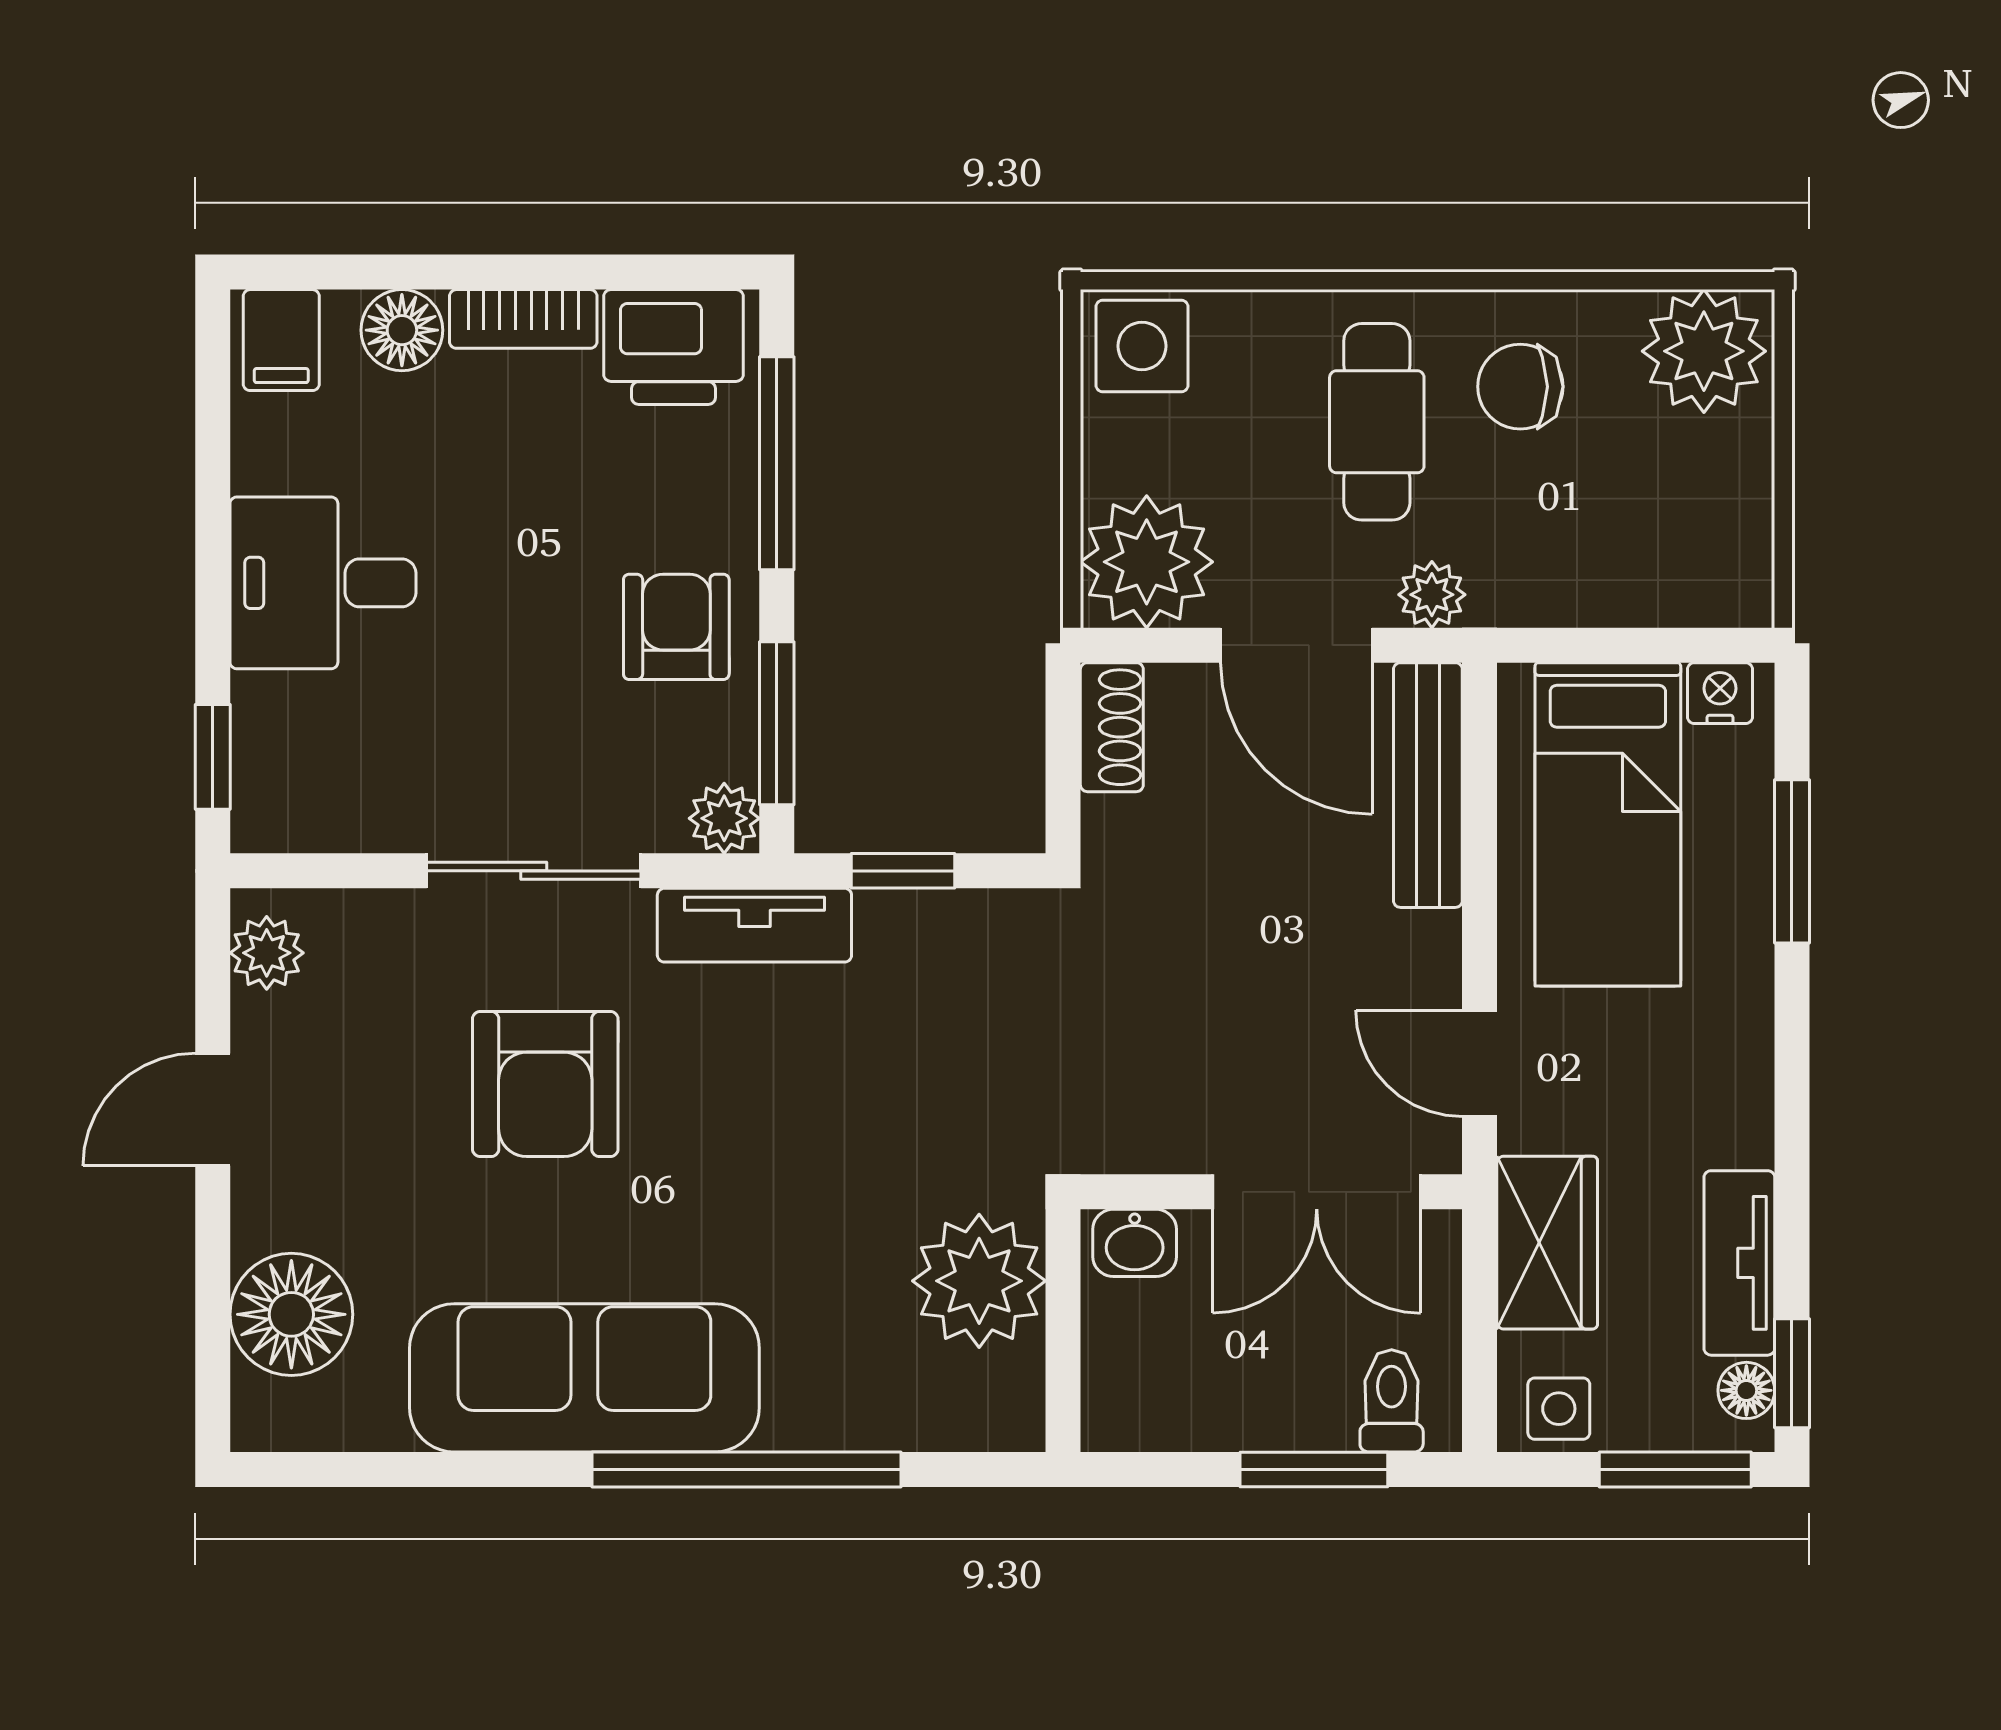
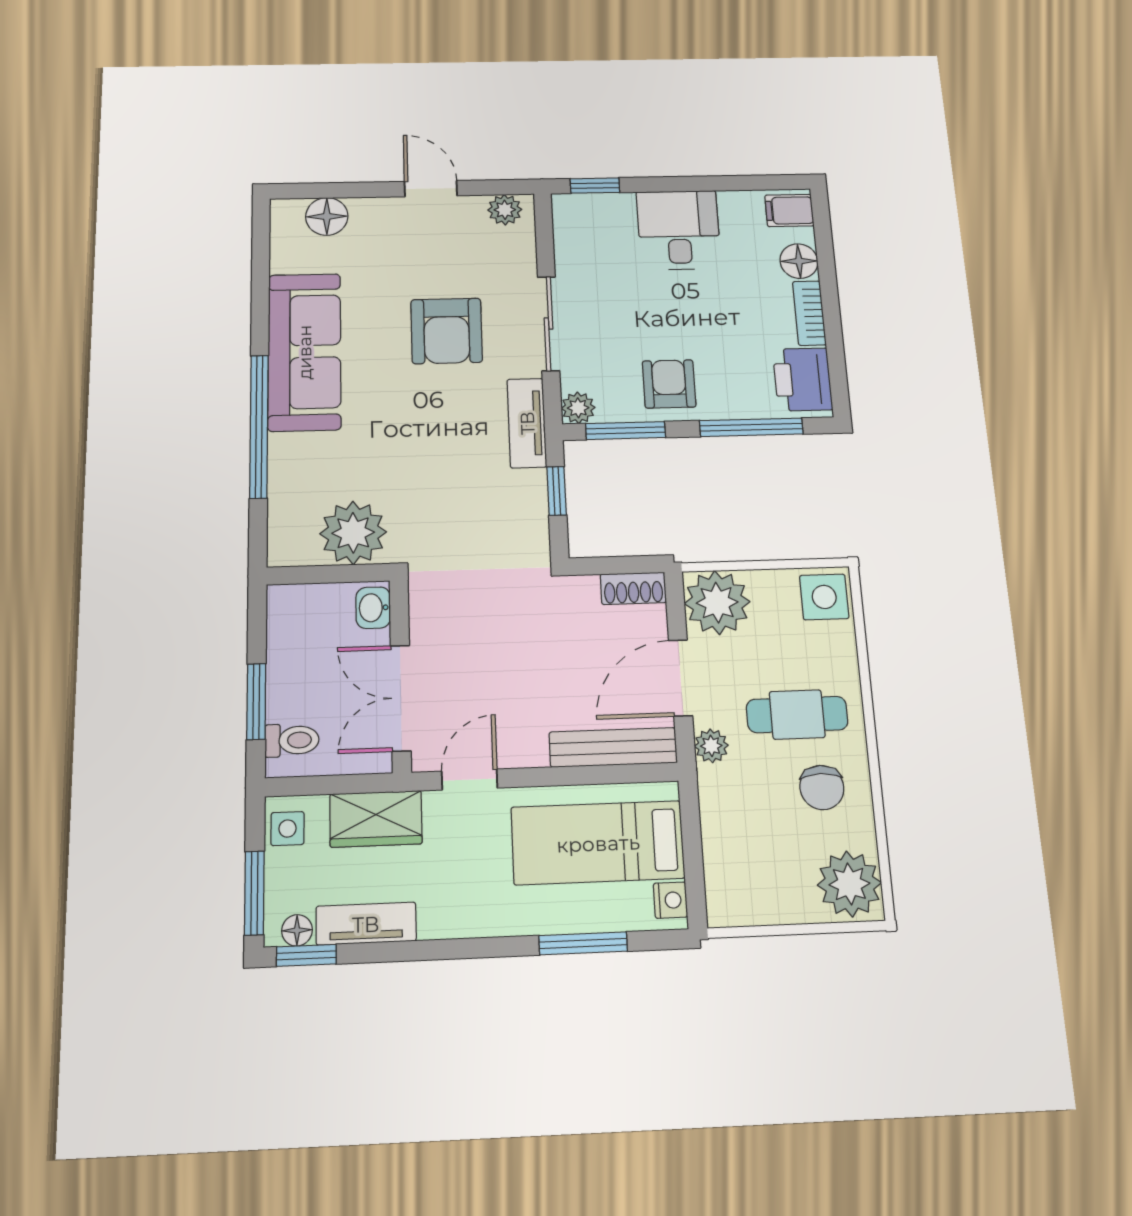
chair: (1520, 387) -> (822, 788), turned 180
armchair: (676, 627) -> (669, 384), turned -90
armchair: (545, 1084) -> (447, 331), turned -90
floor lamp: (291, 1314) -> (327, 216), width x0.73, depth x0.73

